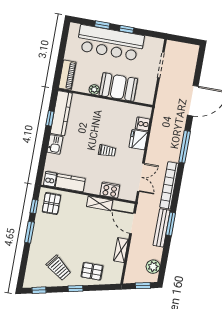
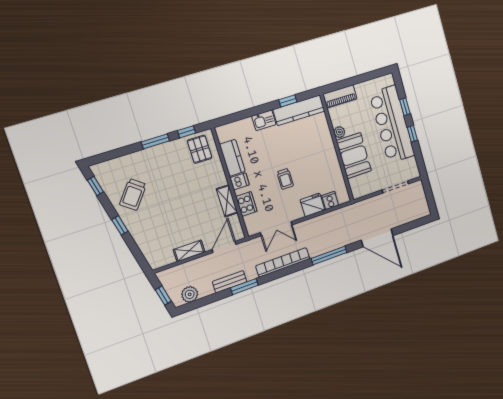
dishwasher: (50, 179) -> (240, 181), moved
pallet: (51, 204) -> (200, 149), turned 90
bench: (162, 228) -> (230, 282), width x0.73
pallet: (92, 271) -> (149, 233), removed

